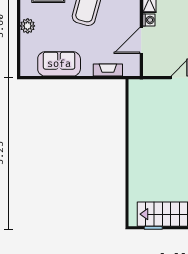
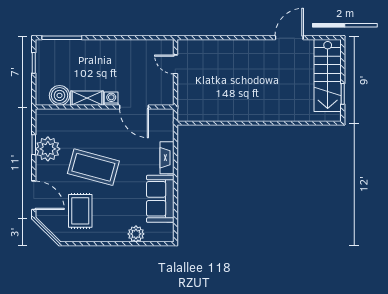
plant: (28, 26) -> (136, 234), moved
fireplace: (108, 70) -> (167, 158), moved

